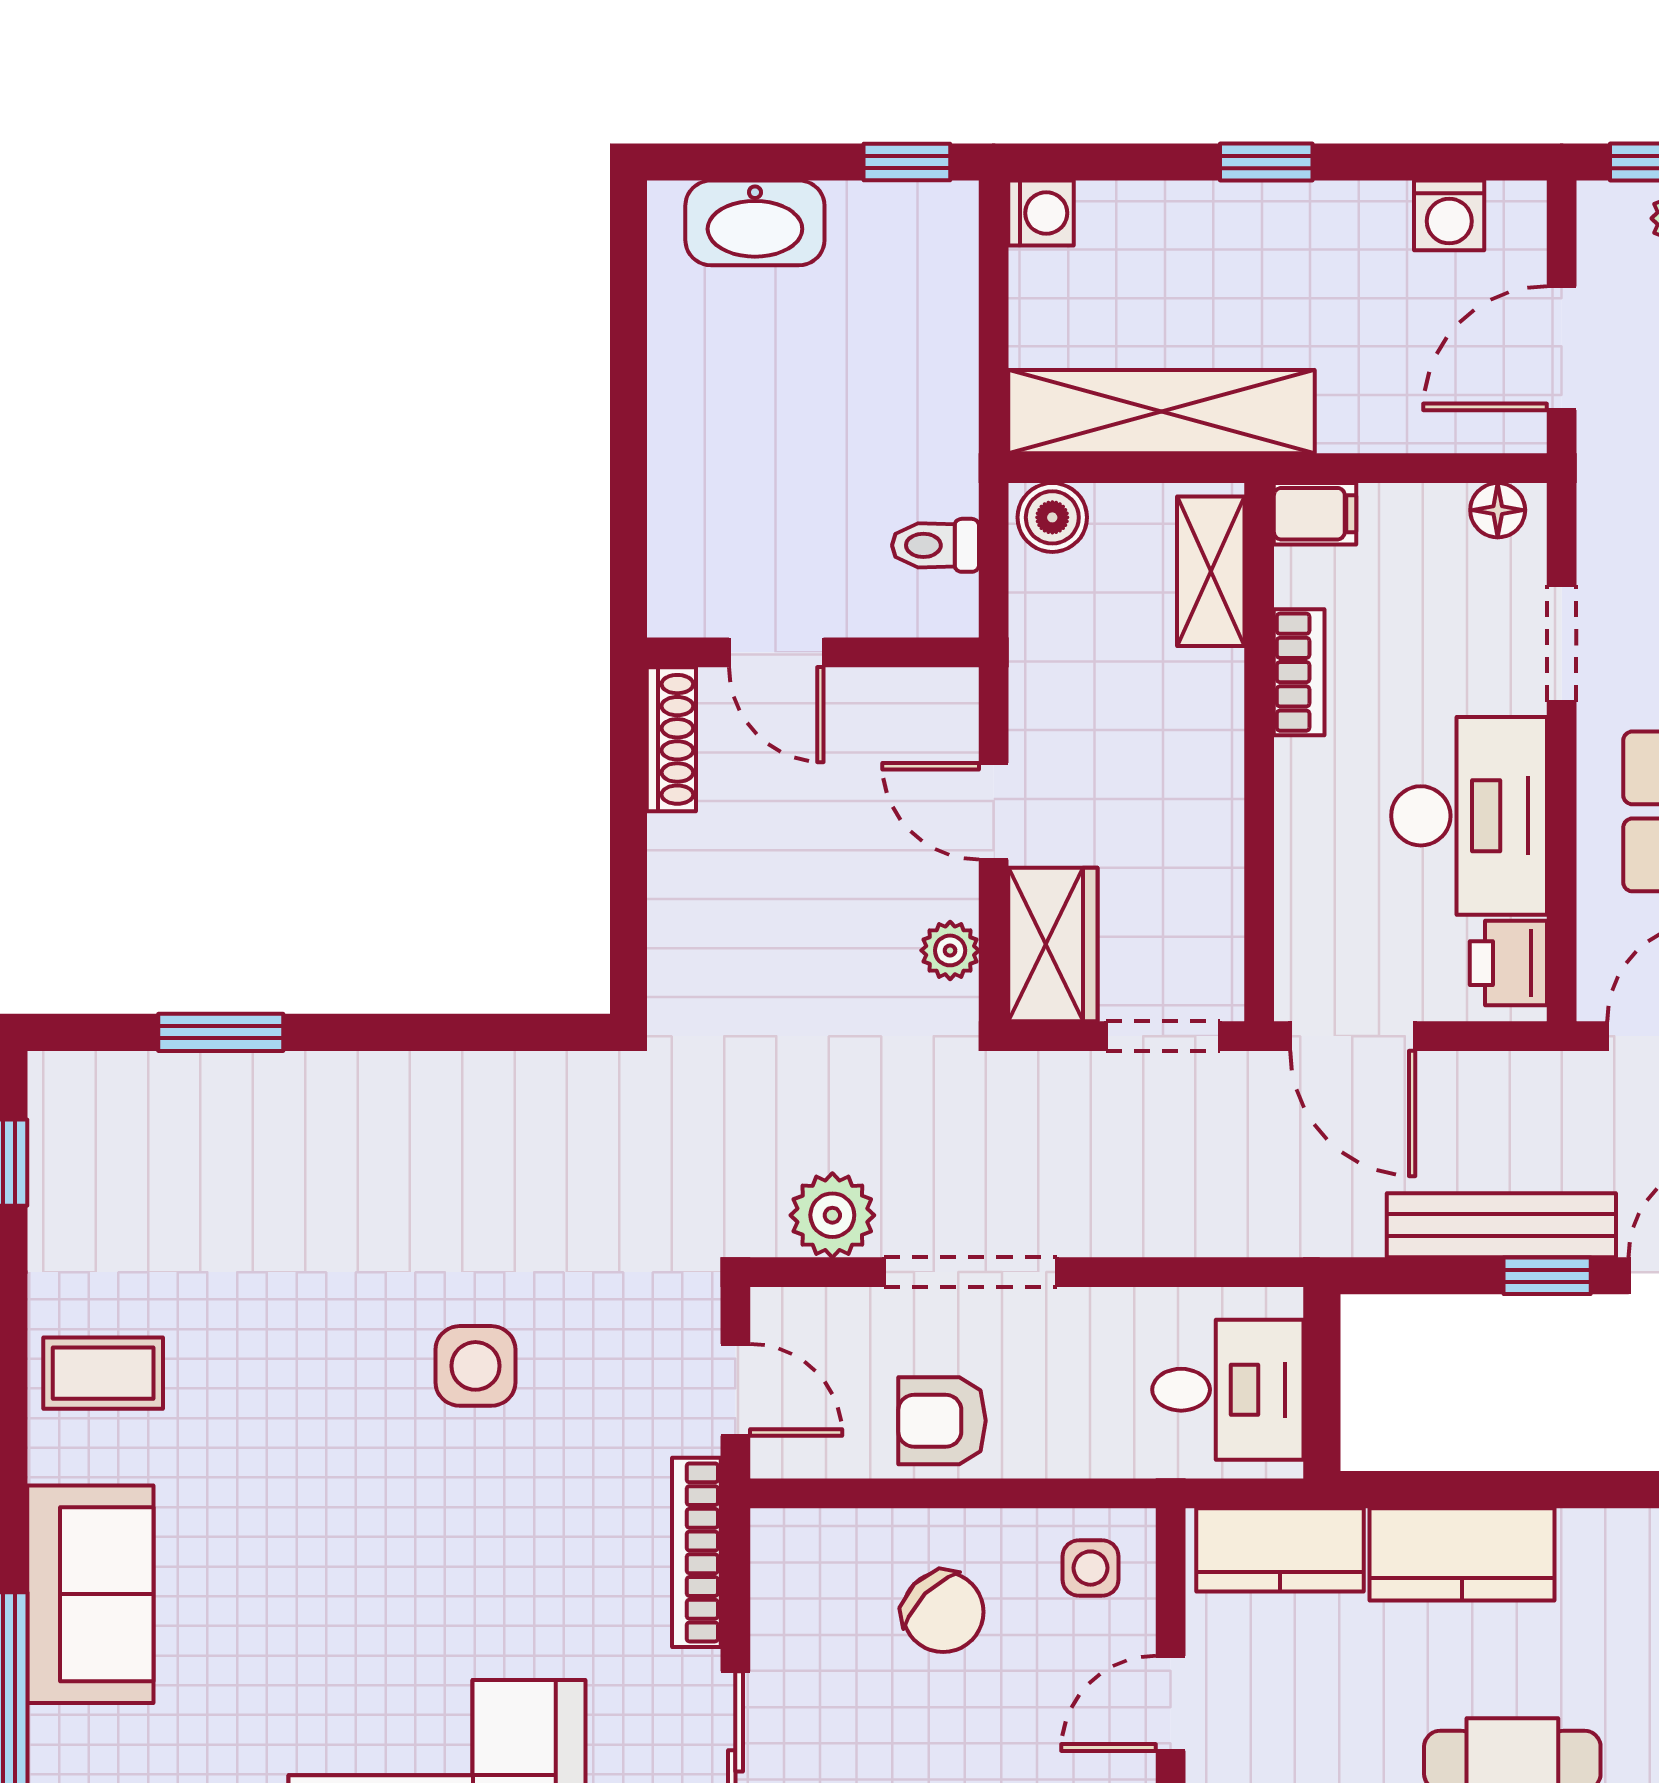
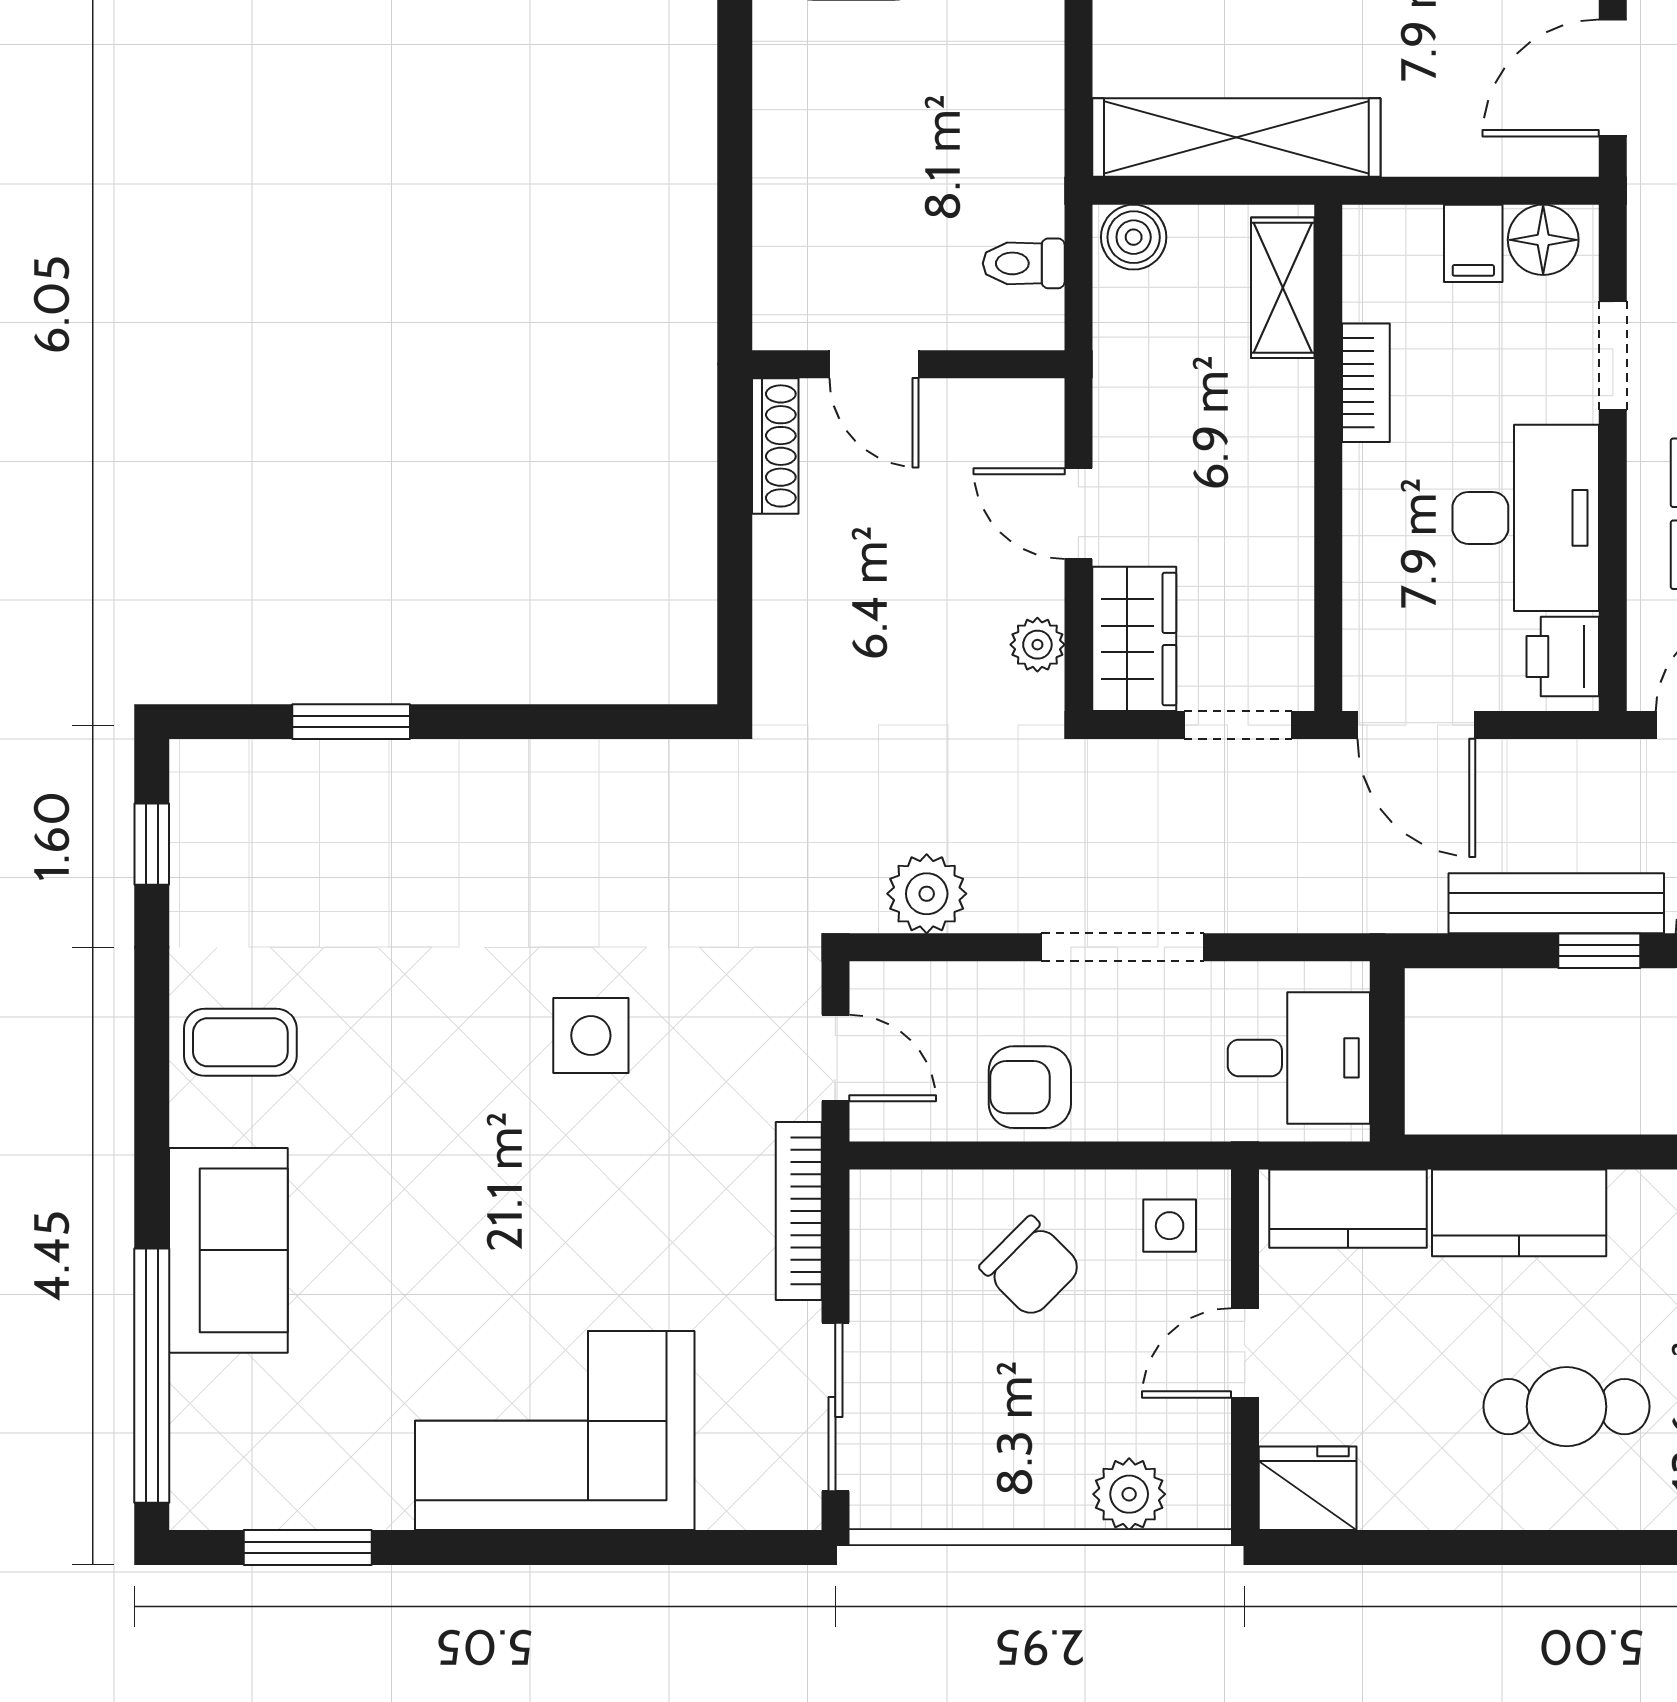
floor lamp: (1498, 510) -> (1543, 240), width x1.37, depth x1.37
filing cabinet: (1315, 514) -> (1473, 243), moved, turned 90
doorway: (970, 1272) -> (1123, 947), moved

